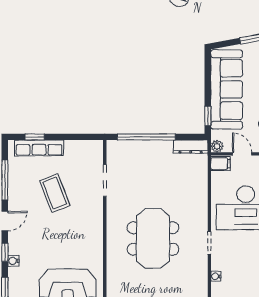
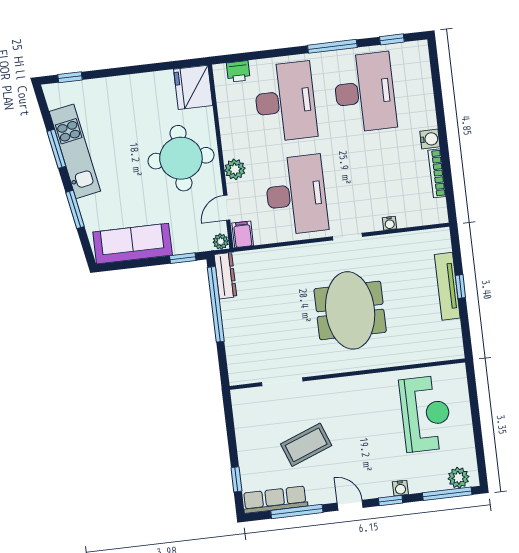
sofa: (227, 89) -> (133, 244), width x0.74, depth x0.79
window: (146, 137) -> (216, 304), moved
row of seats: (39, 148) -> (275, 500), moved, turned -90
meeting table: (153, 238) -> (350, 310), turned 90

